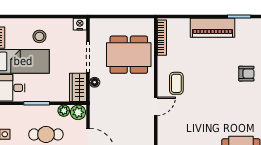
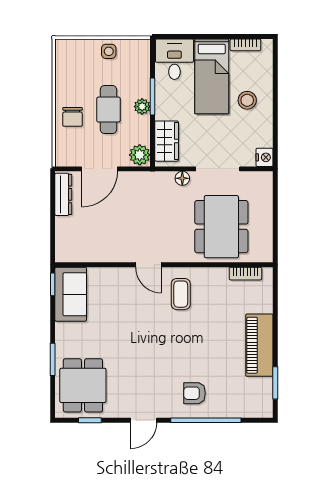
bookcase: (162, 38) -> (245, 274), width x0.64
armchair: (246, 74) -> (195, 393), turned 90
coffee table: (176, 83) -> (181, 294), turned 90
wardrobe: (78, 87) -> (167, 141), moved, turned 90
plant: (64, 111) -> (142, 107), moved

